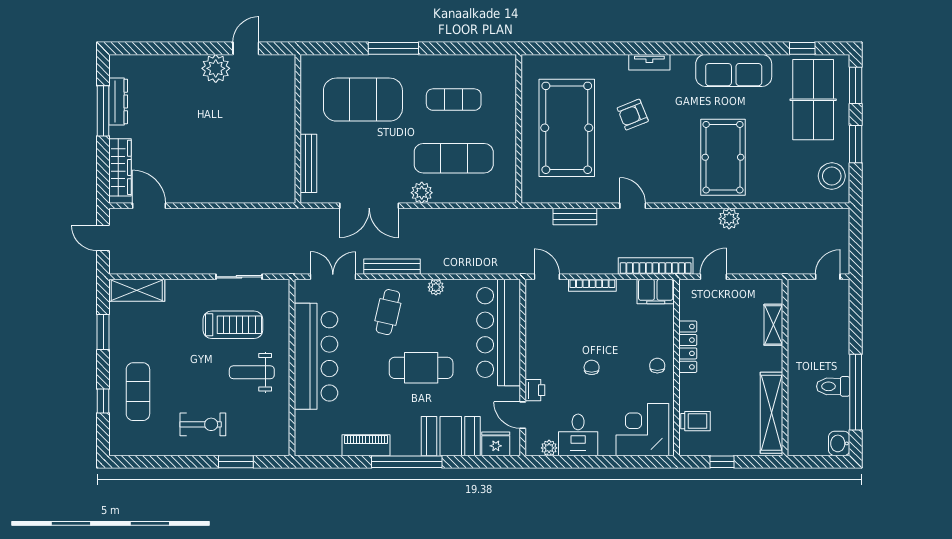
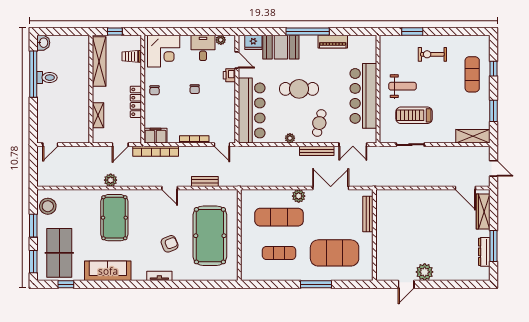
shelving: (773, 325) -> (98, 115), moved
wall: (785, 368) -> (91, 89), moved
shelving: (772, 413) -> (99, 61), moved

